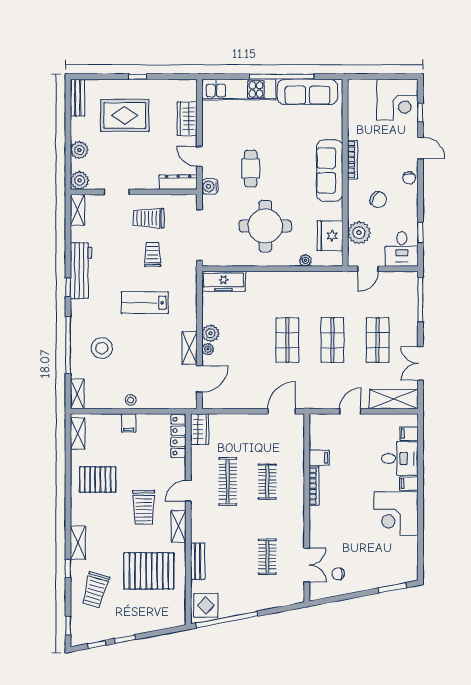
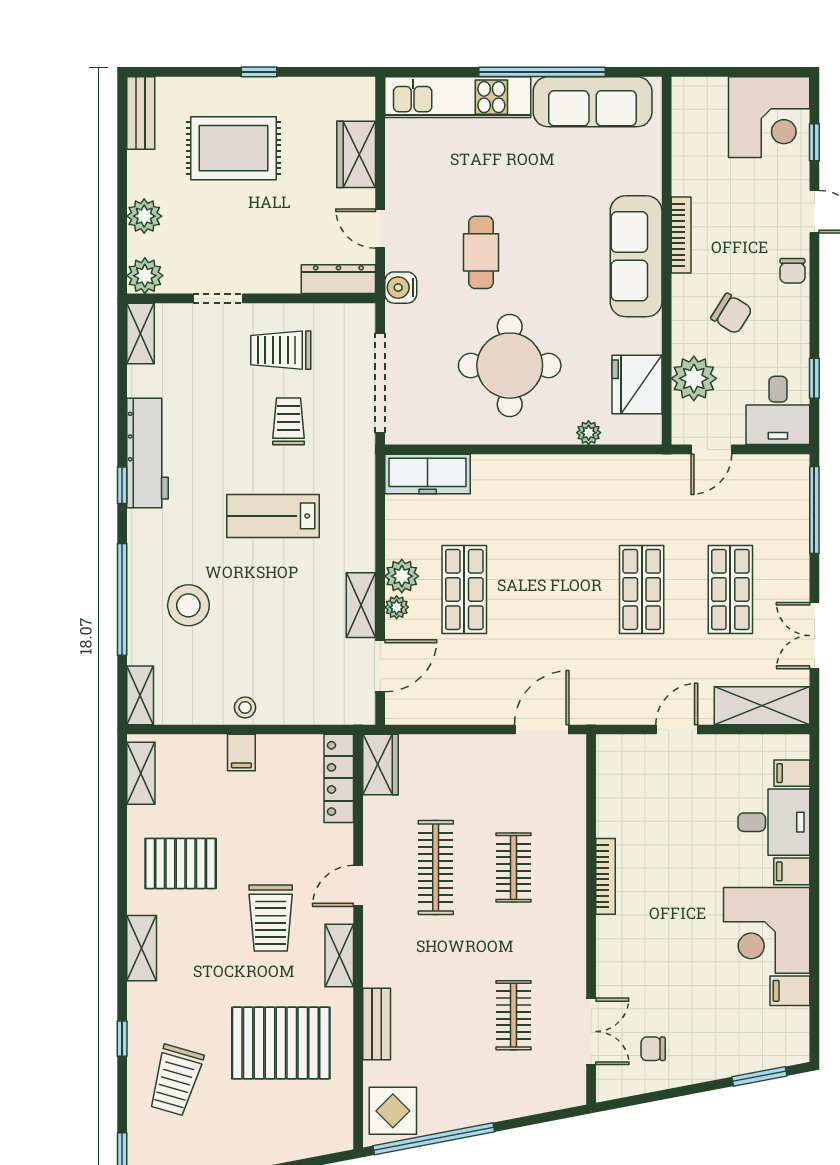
shop shelf: (287, 340) -> (464, 589), moved
filing cabinet: (319, 458) -> (790, 991), moved, turned 180
shelving: (78, 543) -> (142, 948), moved

